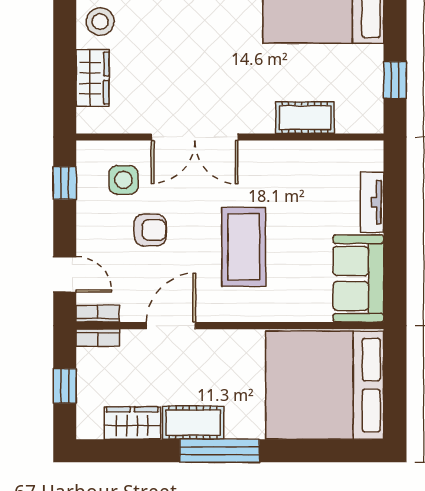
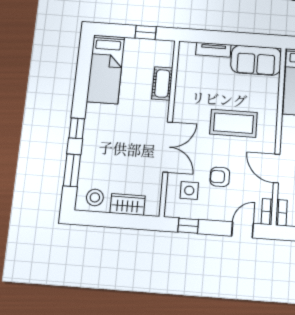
armchair: (150, 230) -> (220, 177), turned -90

